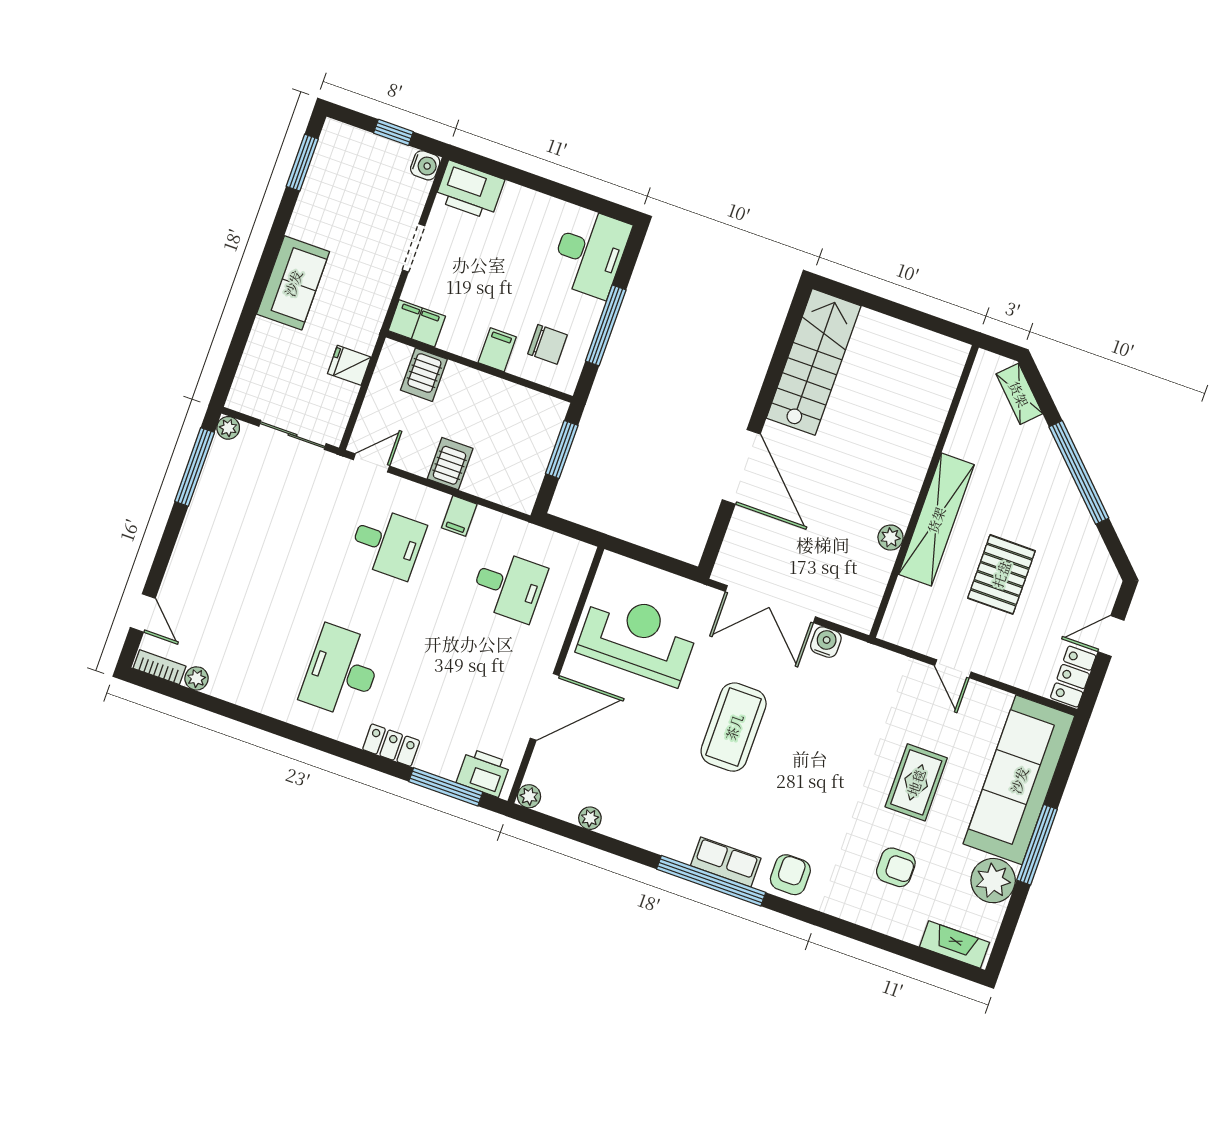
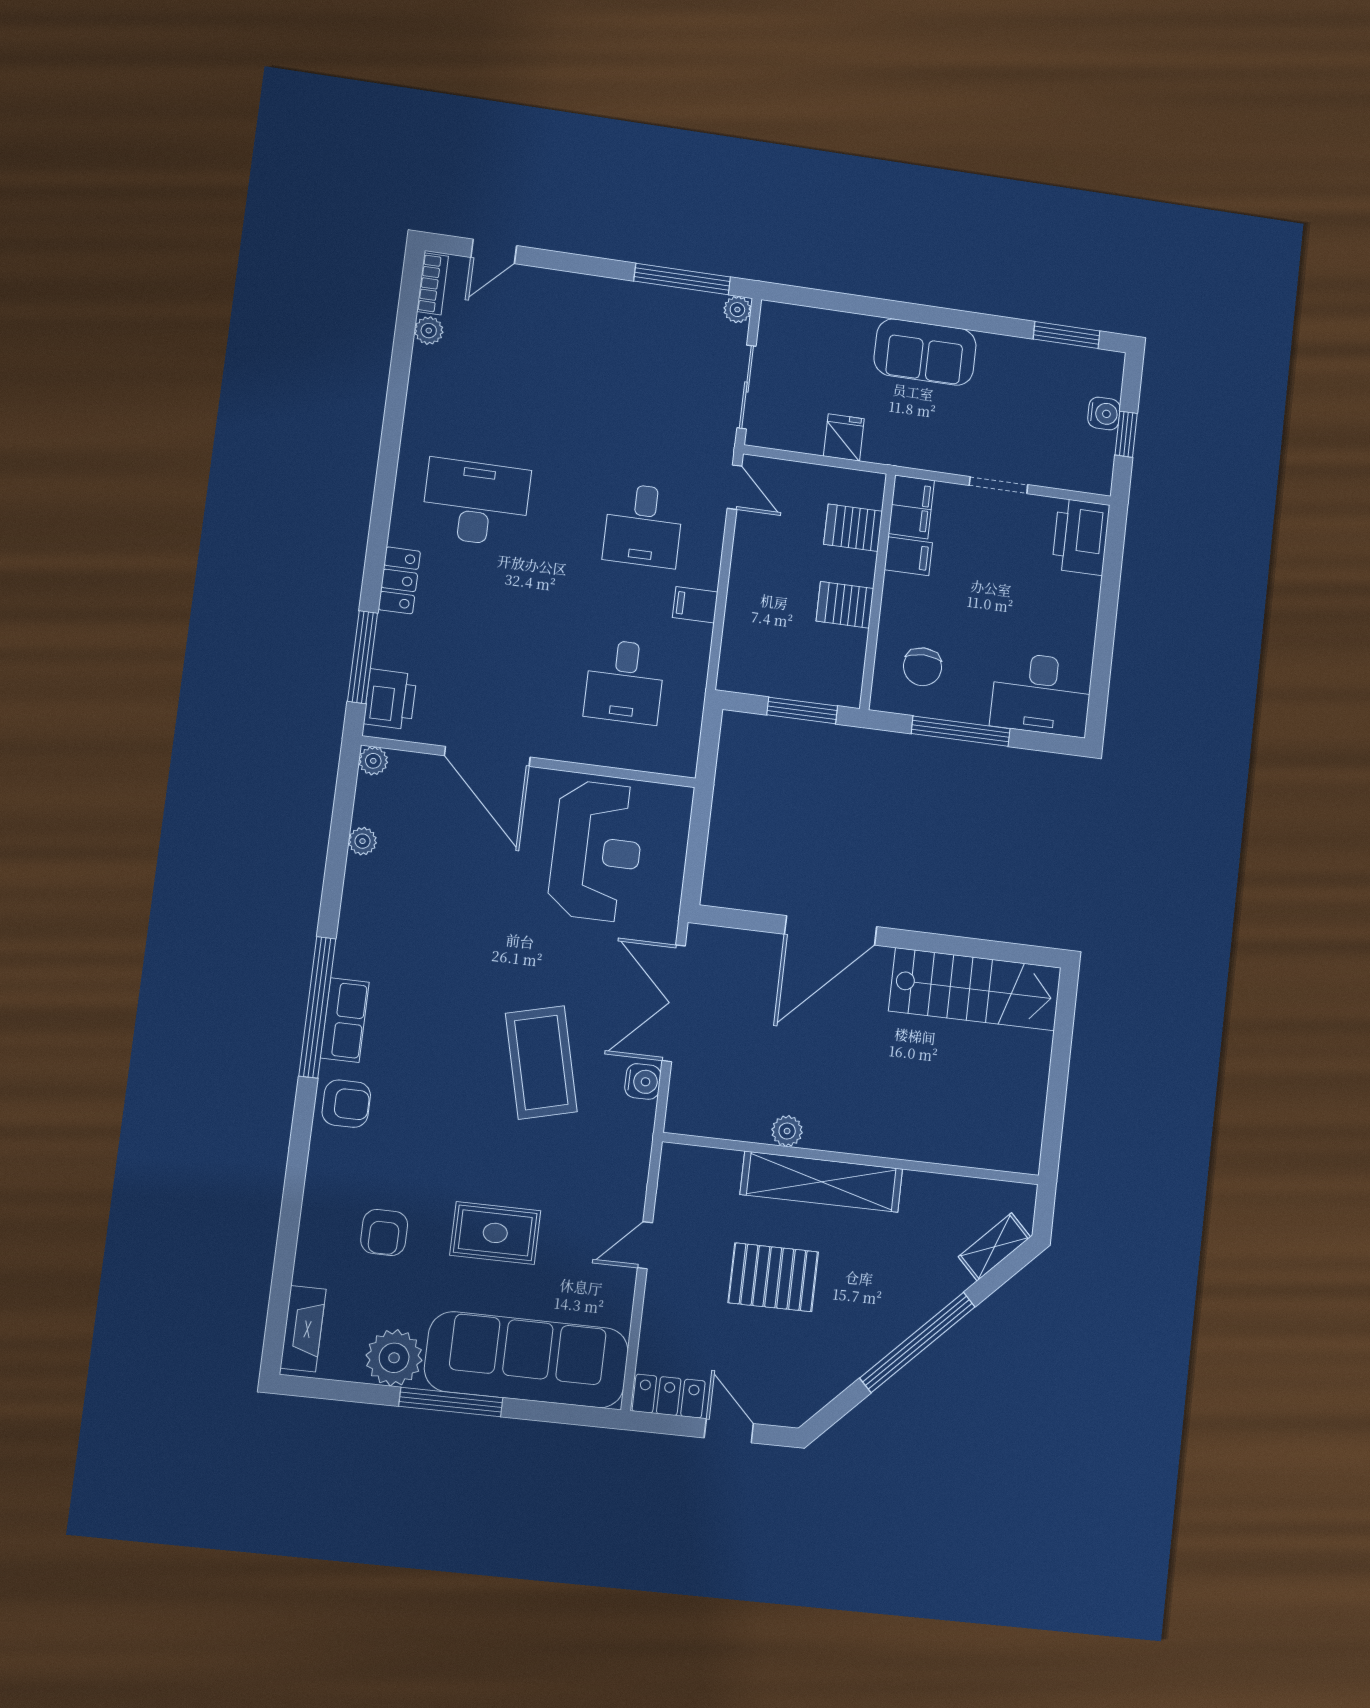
water cooler: (425, 165) -> (1104, 413), moved, turned -90
filing cabinet: (497, 350) -> (908, 556), moved
server rack: (450, 464) -> (845, 605), moved, turned 180
coffee table: (734, 727) -> (541, 1062), moved, turned 76

